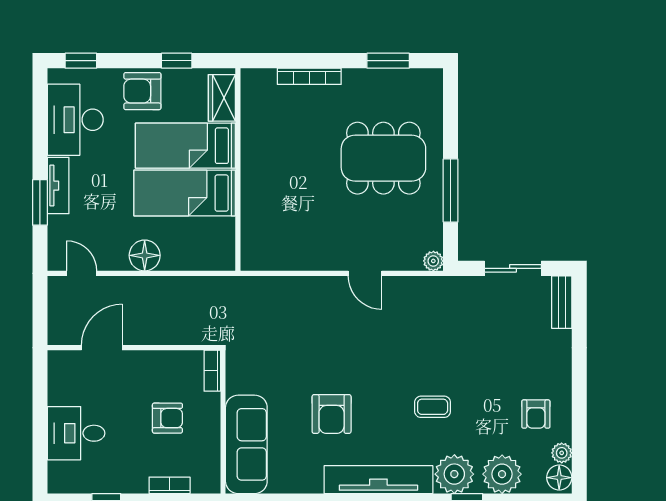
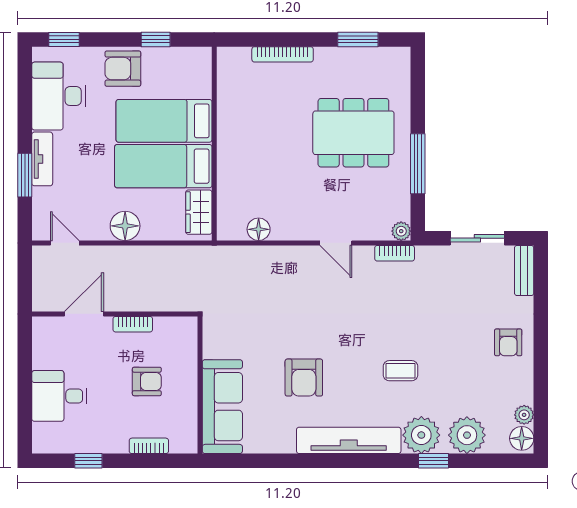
wardrobe: (222, 98) -> (199, 212), moved
floor lamp: (284, 259) -> (259, 229), added
bookcase: (426, 284) -> (395, 253), added
bookcase: (212, 371) -> (133, 324), moved, turned -90
armchair: (536, 414) -> (508, 342), moved

